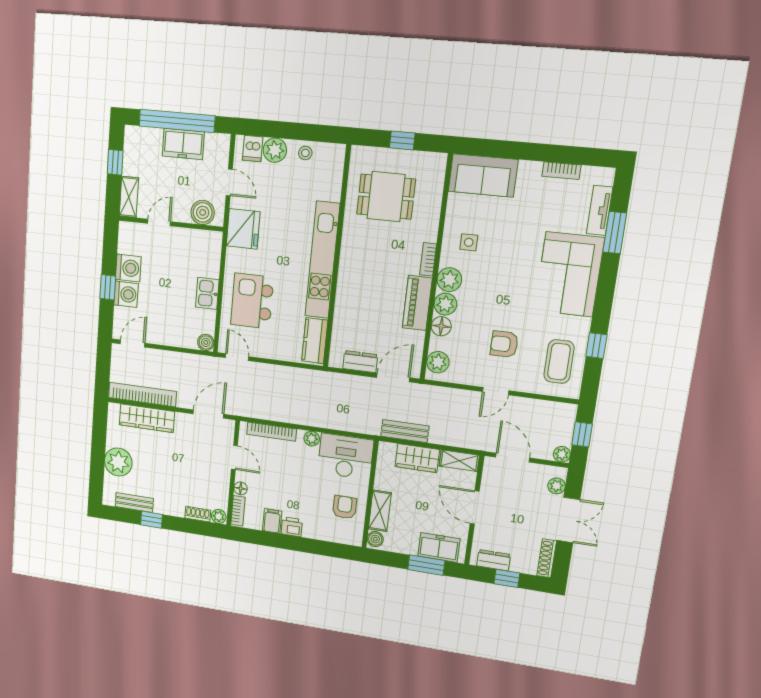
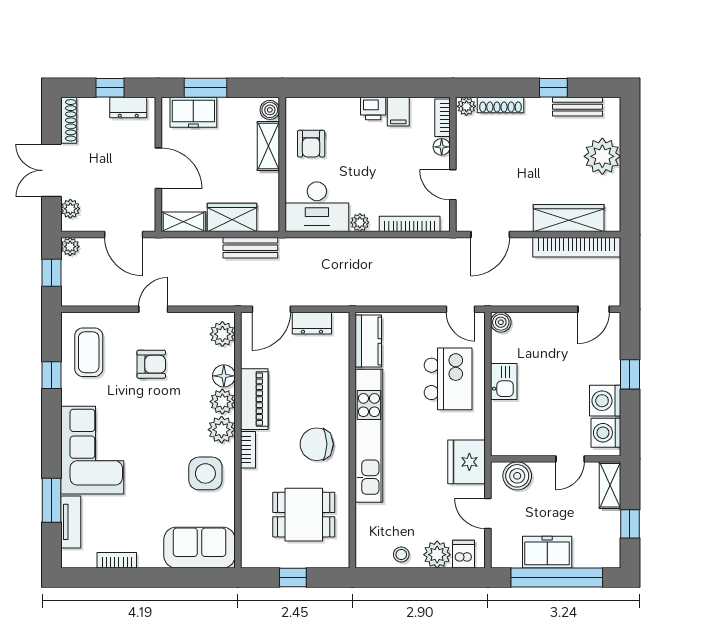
side table: (469, 242) -> (205, 473), width x1.87, depth x1.87
chair: (368, 258) -> (317, 444), added
washing machine: (126, 294) -> (606, 433), moved
shoe rack: (198, 514) -> (501, 105), width x1.43

